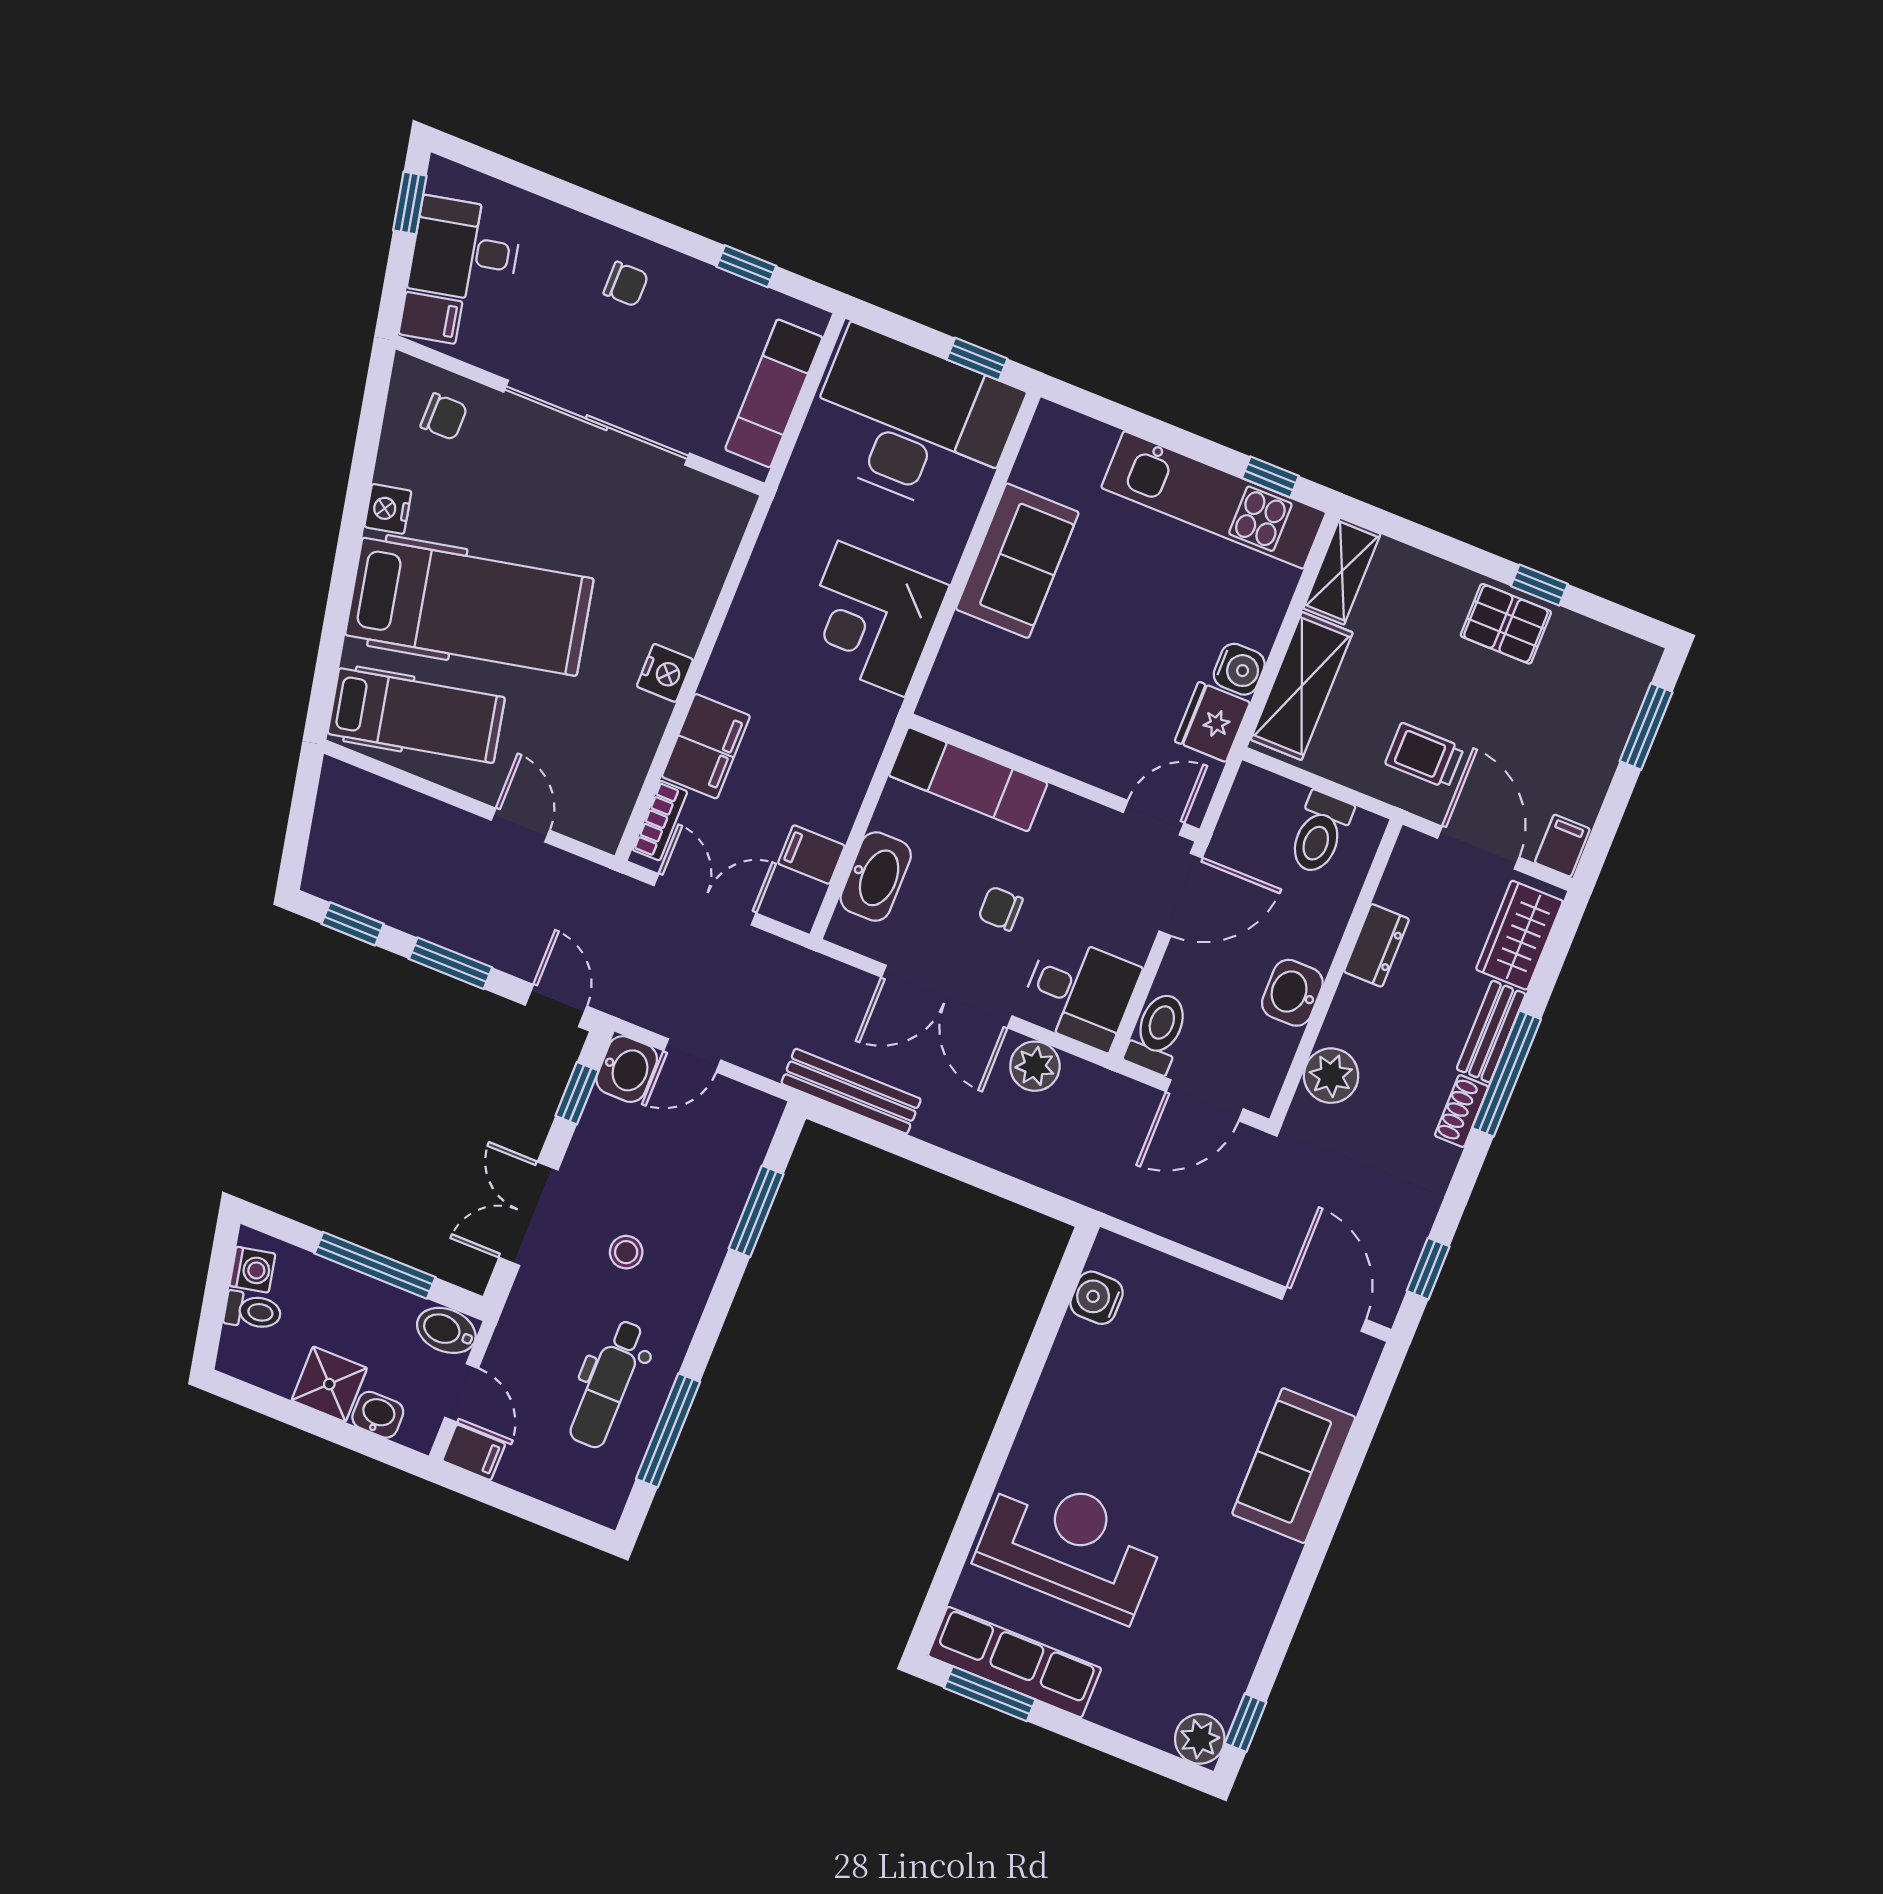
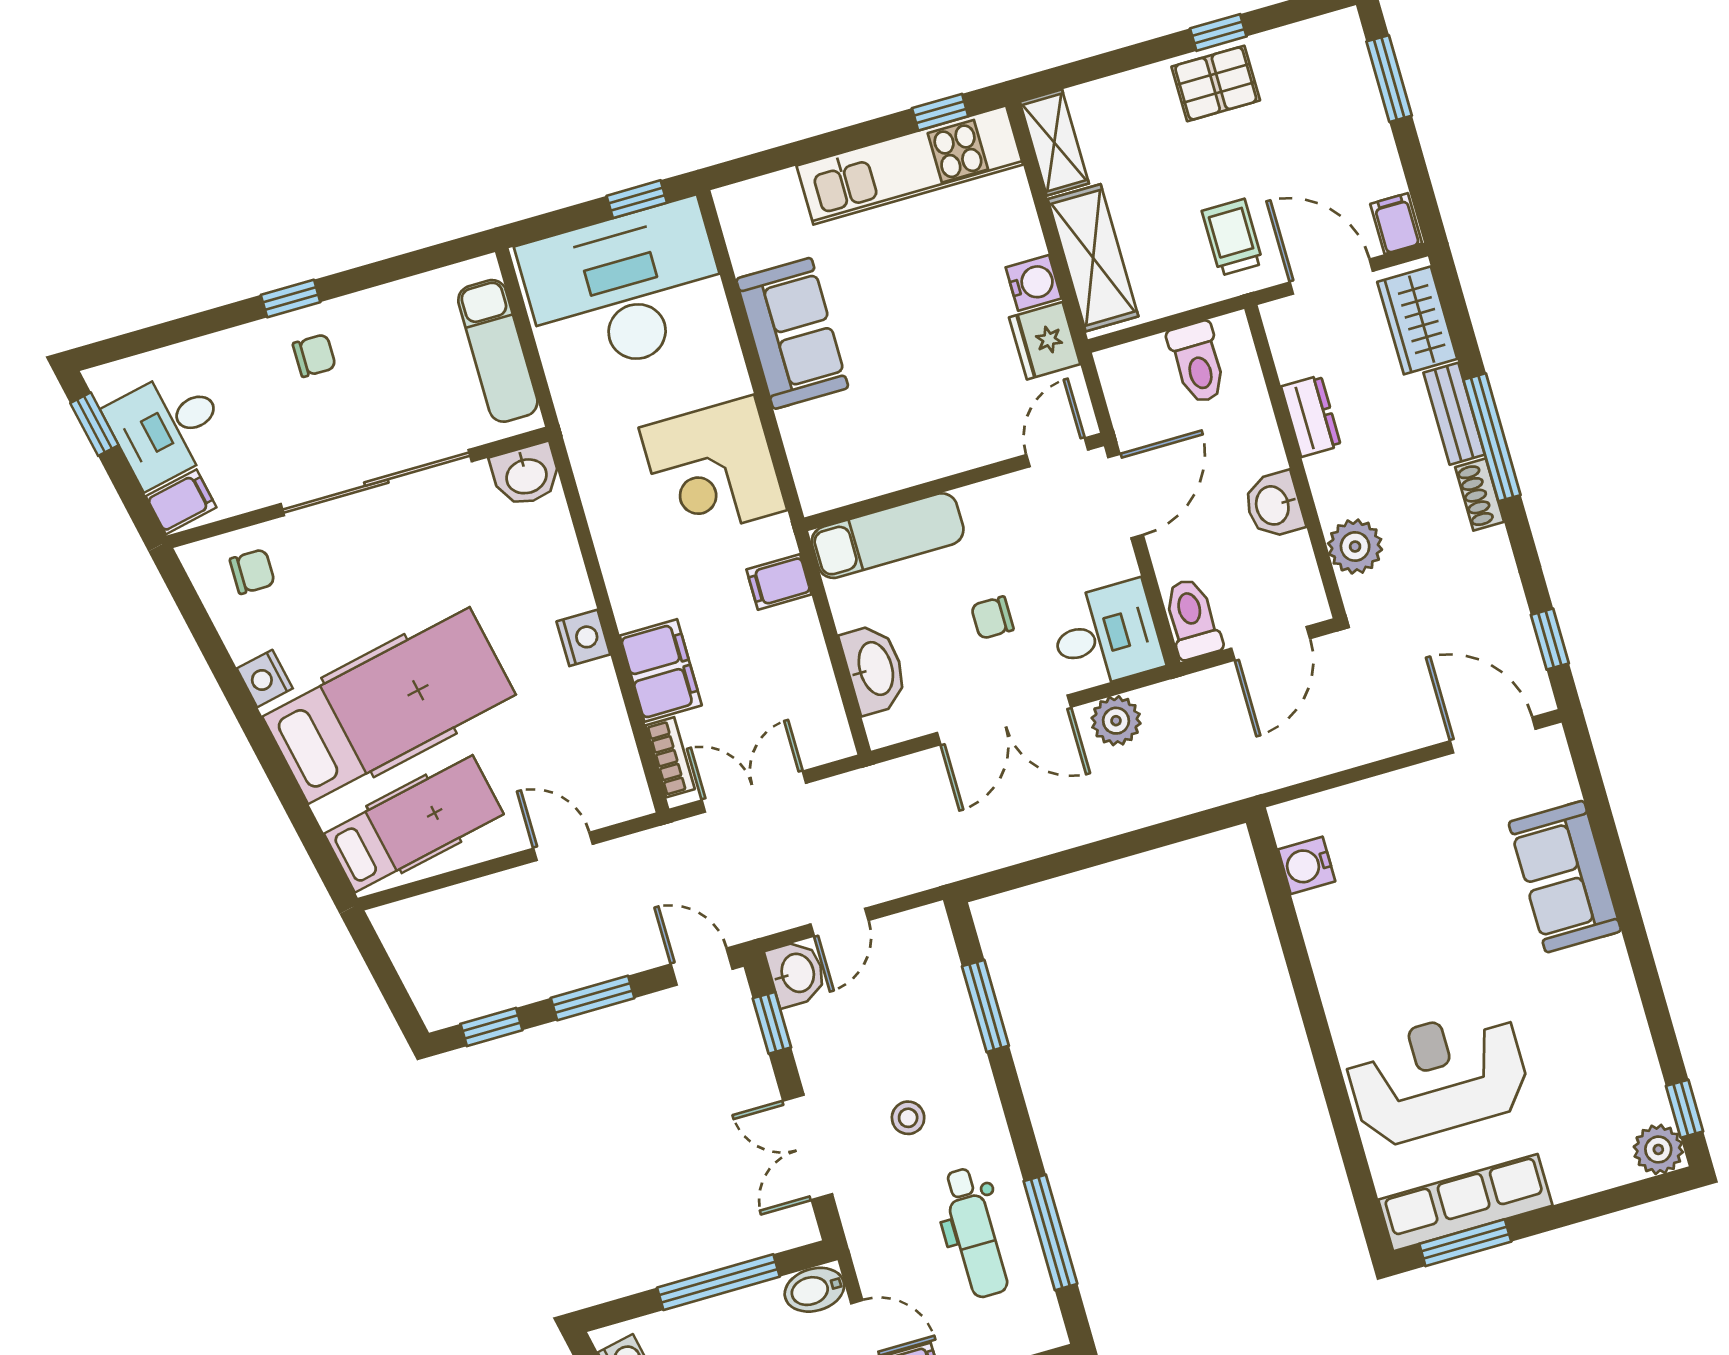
window: (746, 266) -> (291, 299), moved
washbasin: (720, 509) -> (526, 475), added
trolley: (1424, 756) -> (1232, 237), turned 90
filing cabinet: (811, 855) -> (779, 582), moved
bench: (851, 1091) -> (987, 853), removed

